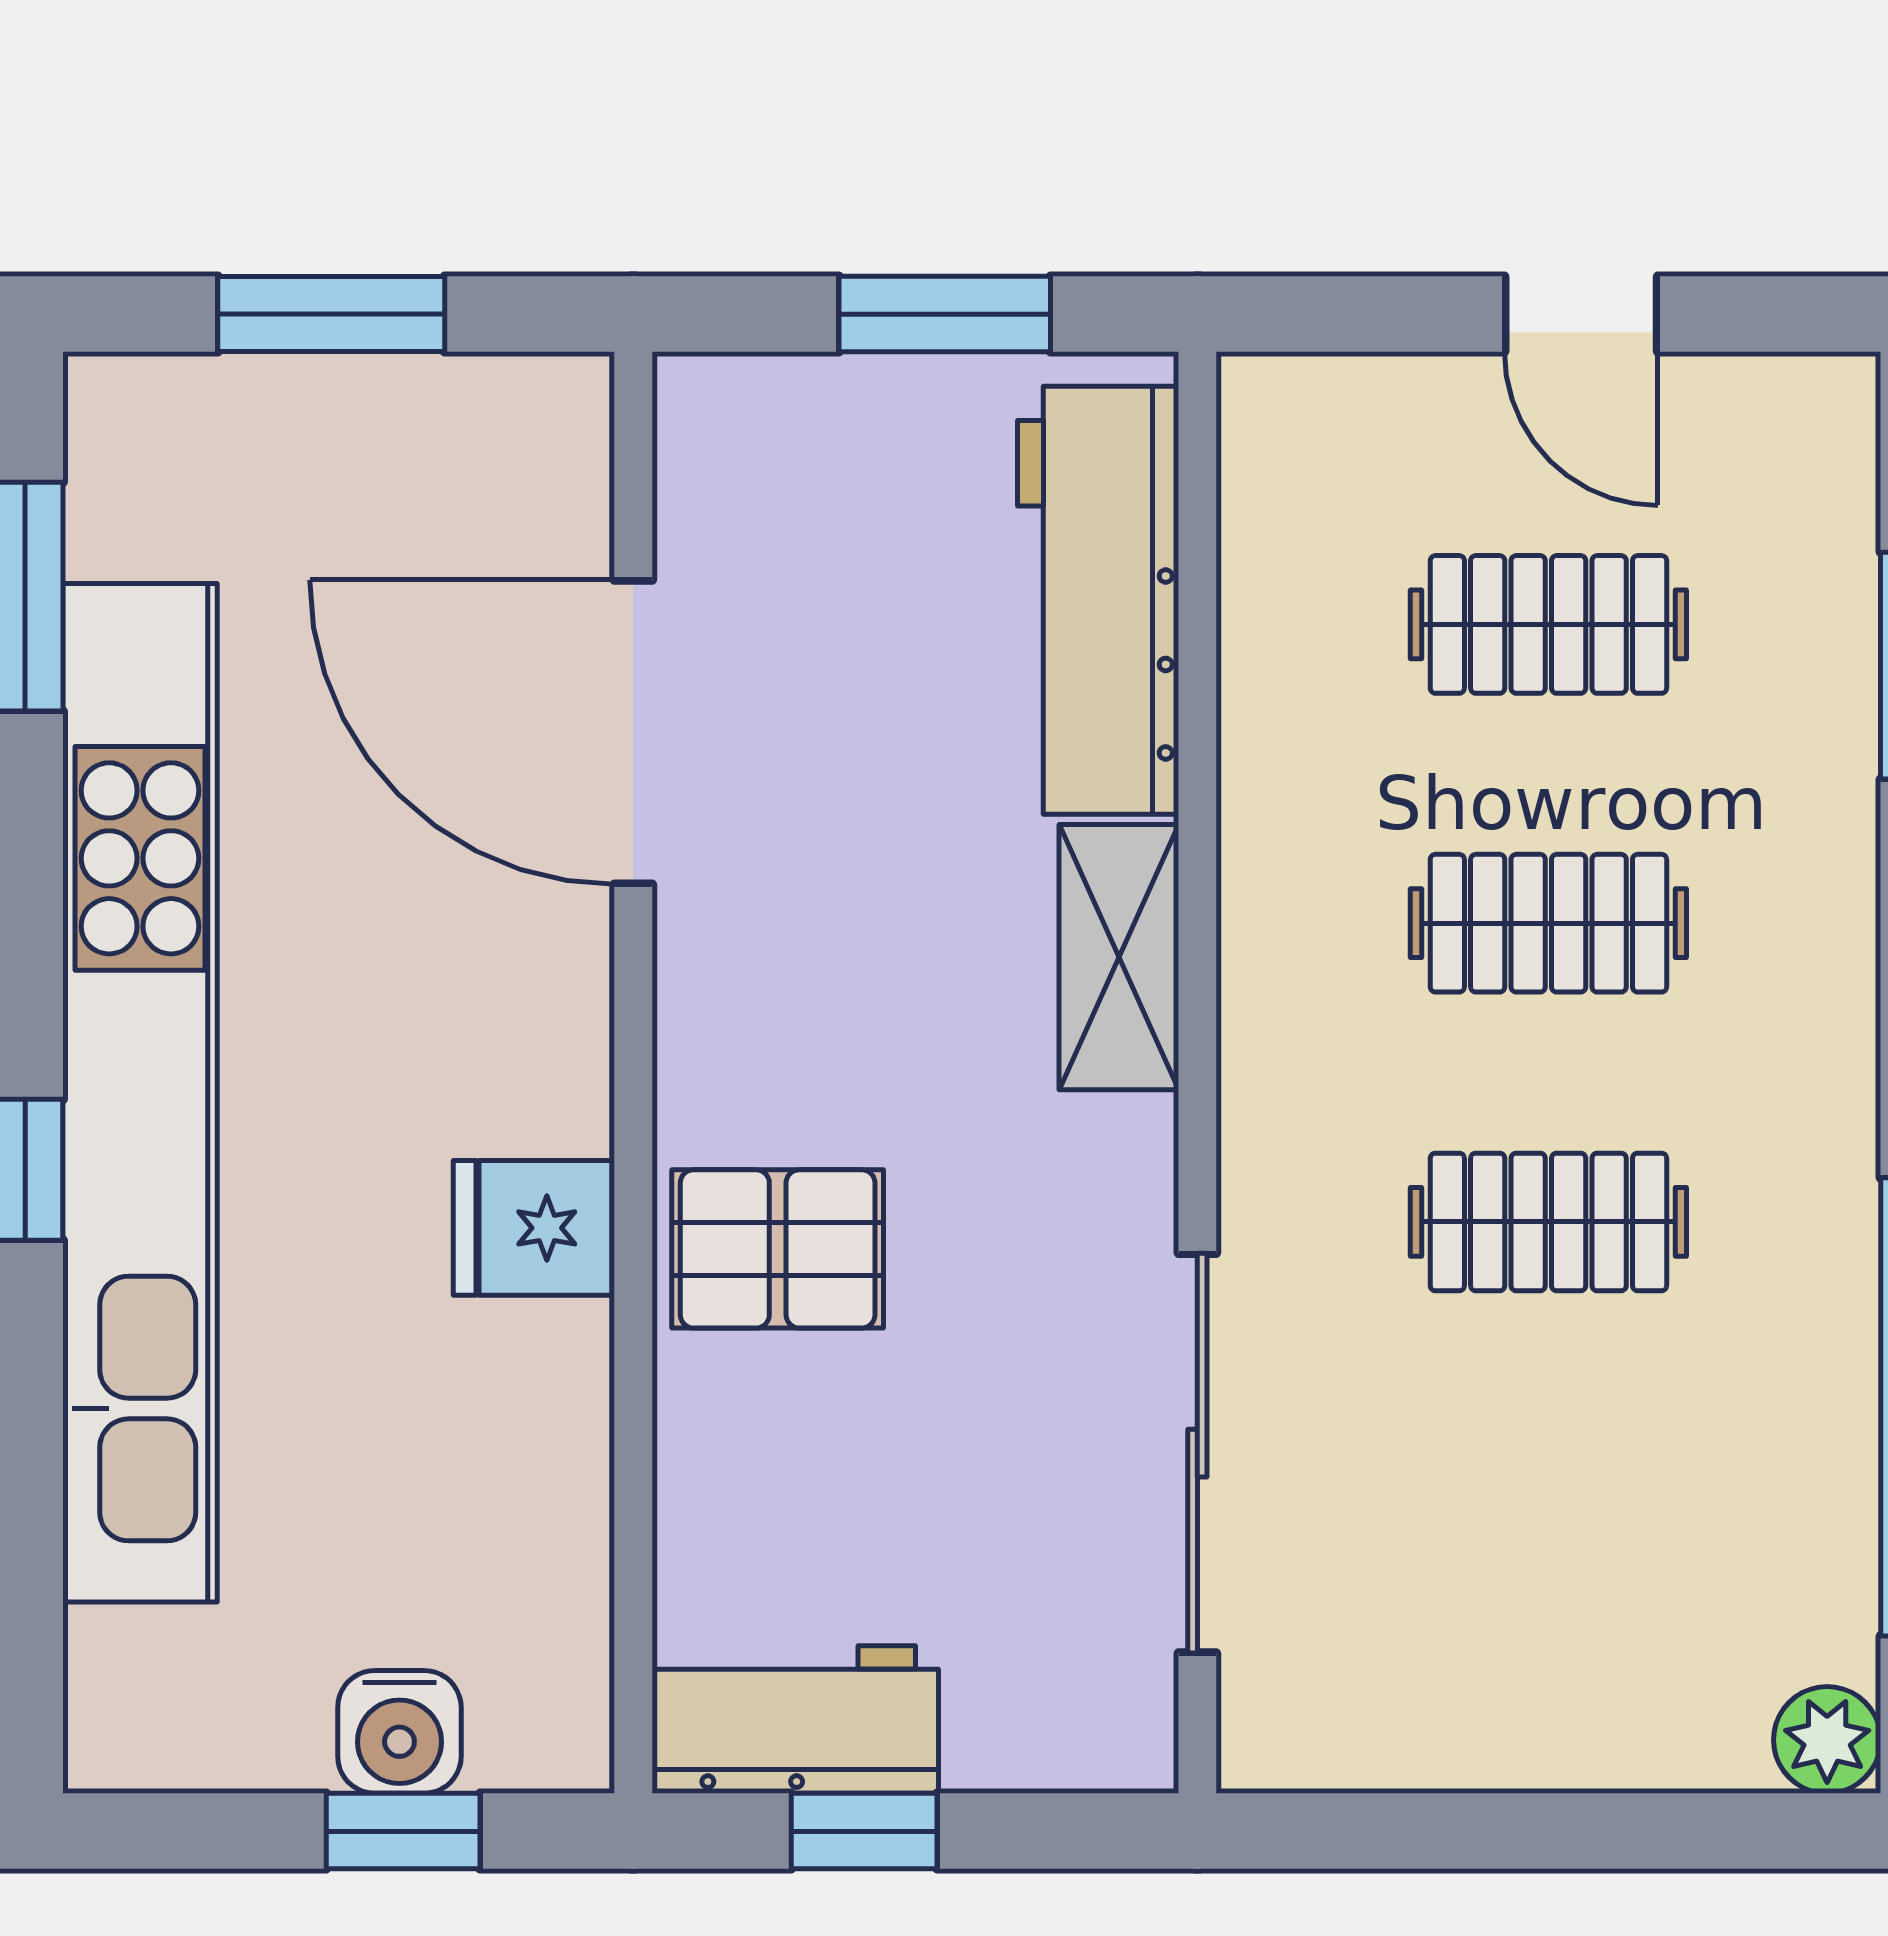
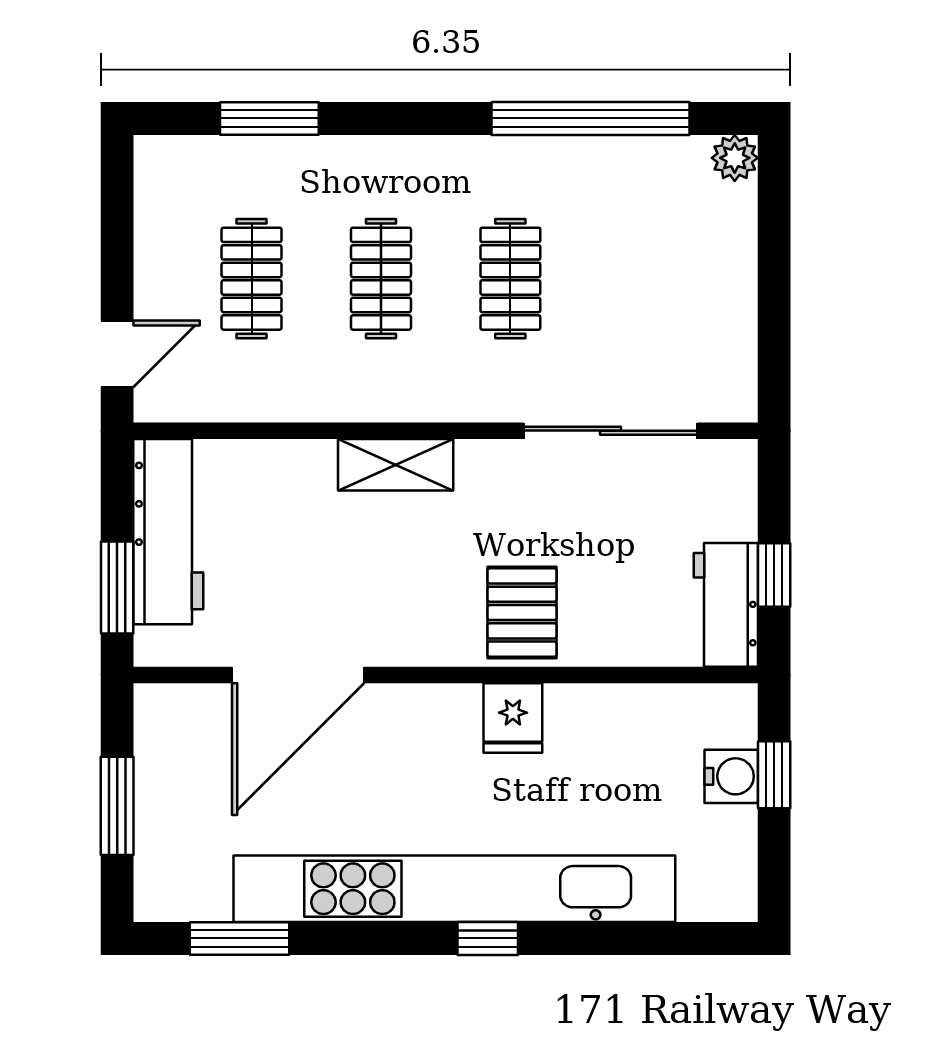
window: (945, 314) -> (117, 587), moved
door: (1581, 314) -> (117, 354), moved
workbench: (1098, 600) -> (168, 532), moved, turned -90

